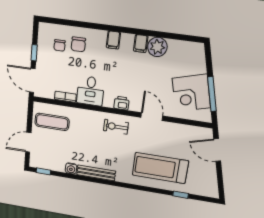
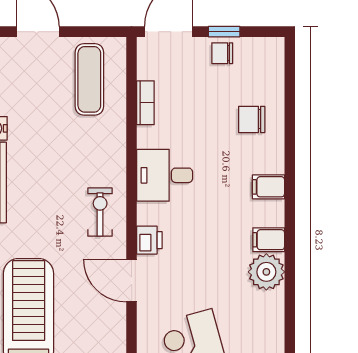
chair: (60, 45) -> (222, 53), moved
desk: (90, 91) -> (165, 175), moved
printer: (121, 103) -> (149, 240), moved
door: (152, 117) -> (132, 281), swing flipped

